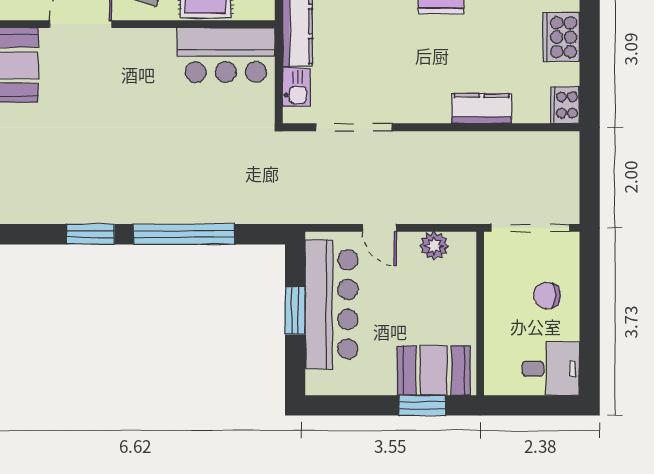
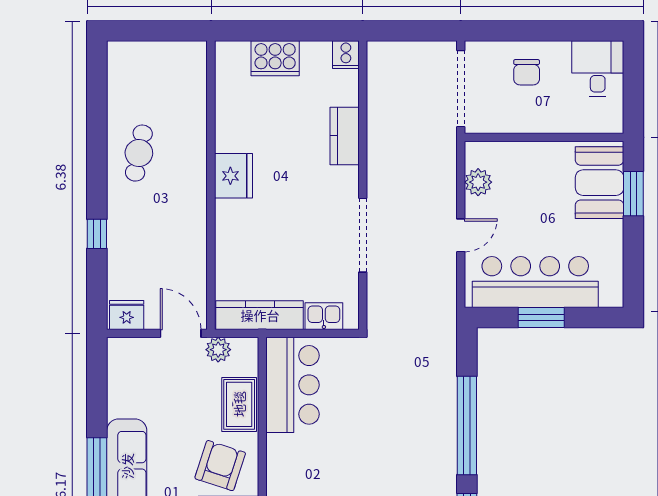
cooker: (565, 105) -> (346, 55), width x0.73
doorway: (354, 127) -> (363, 235), moved

